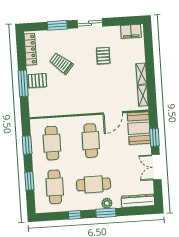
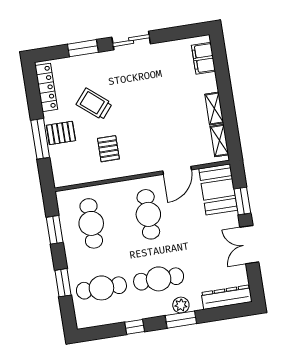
filing cabinet: (131, 31) -> (203, 58), moved, turned 90
pallet: (103, 56) -> (108, 149), moved
cafe table: (55, 187) -> (101, 288), turned 90

